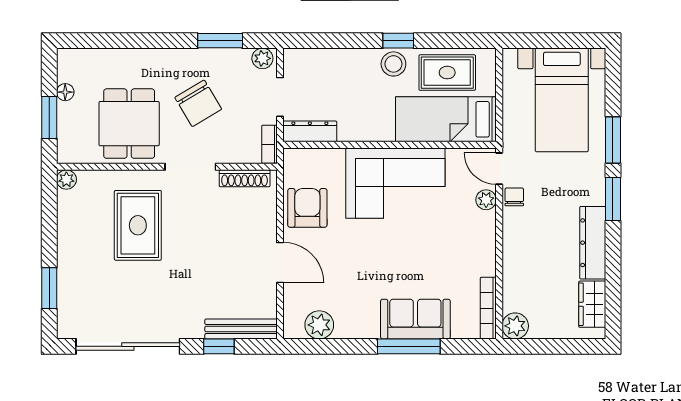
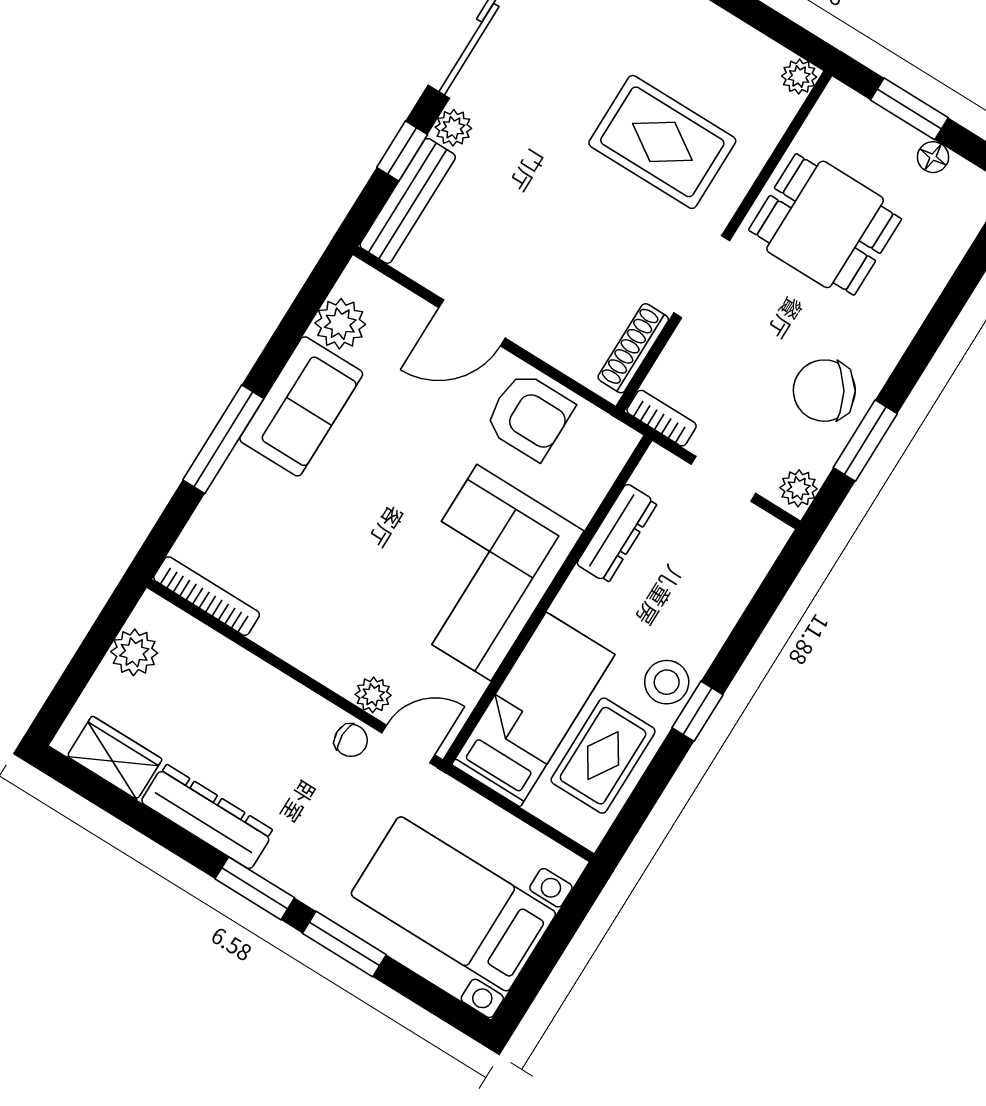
chair: (198, 103) -> (824, 391), moved
dresser: (310, 131) -> (617, 533), moved
sofa: (415, 319) -> (301, 406), moved
plant: (515, 326) -> (134, 652), moved
plant: (193, 329) -> (453, 128), added

